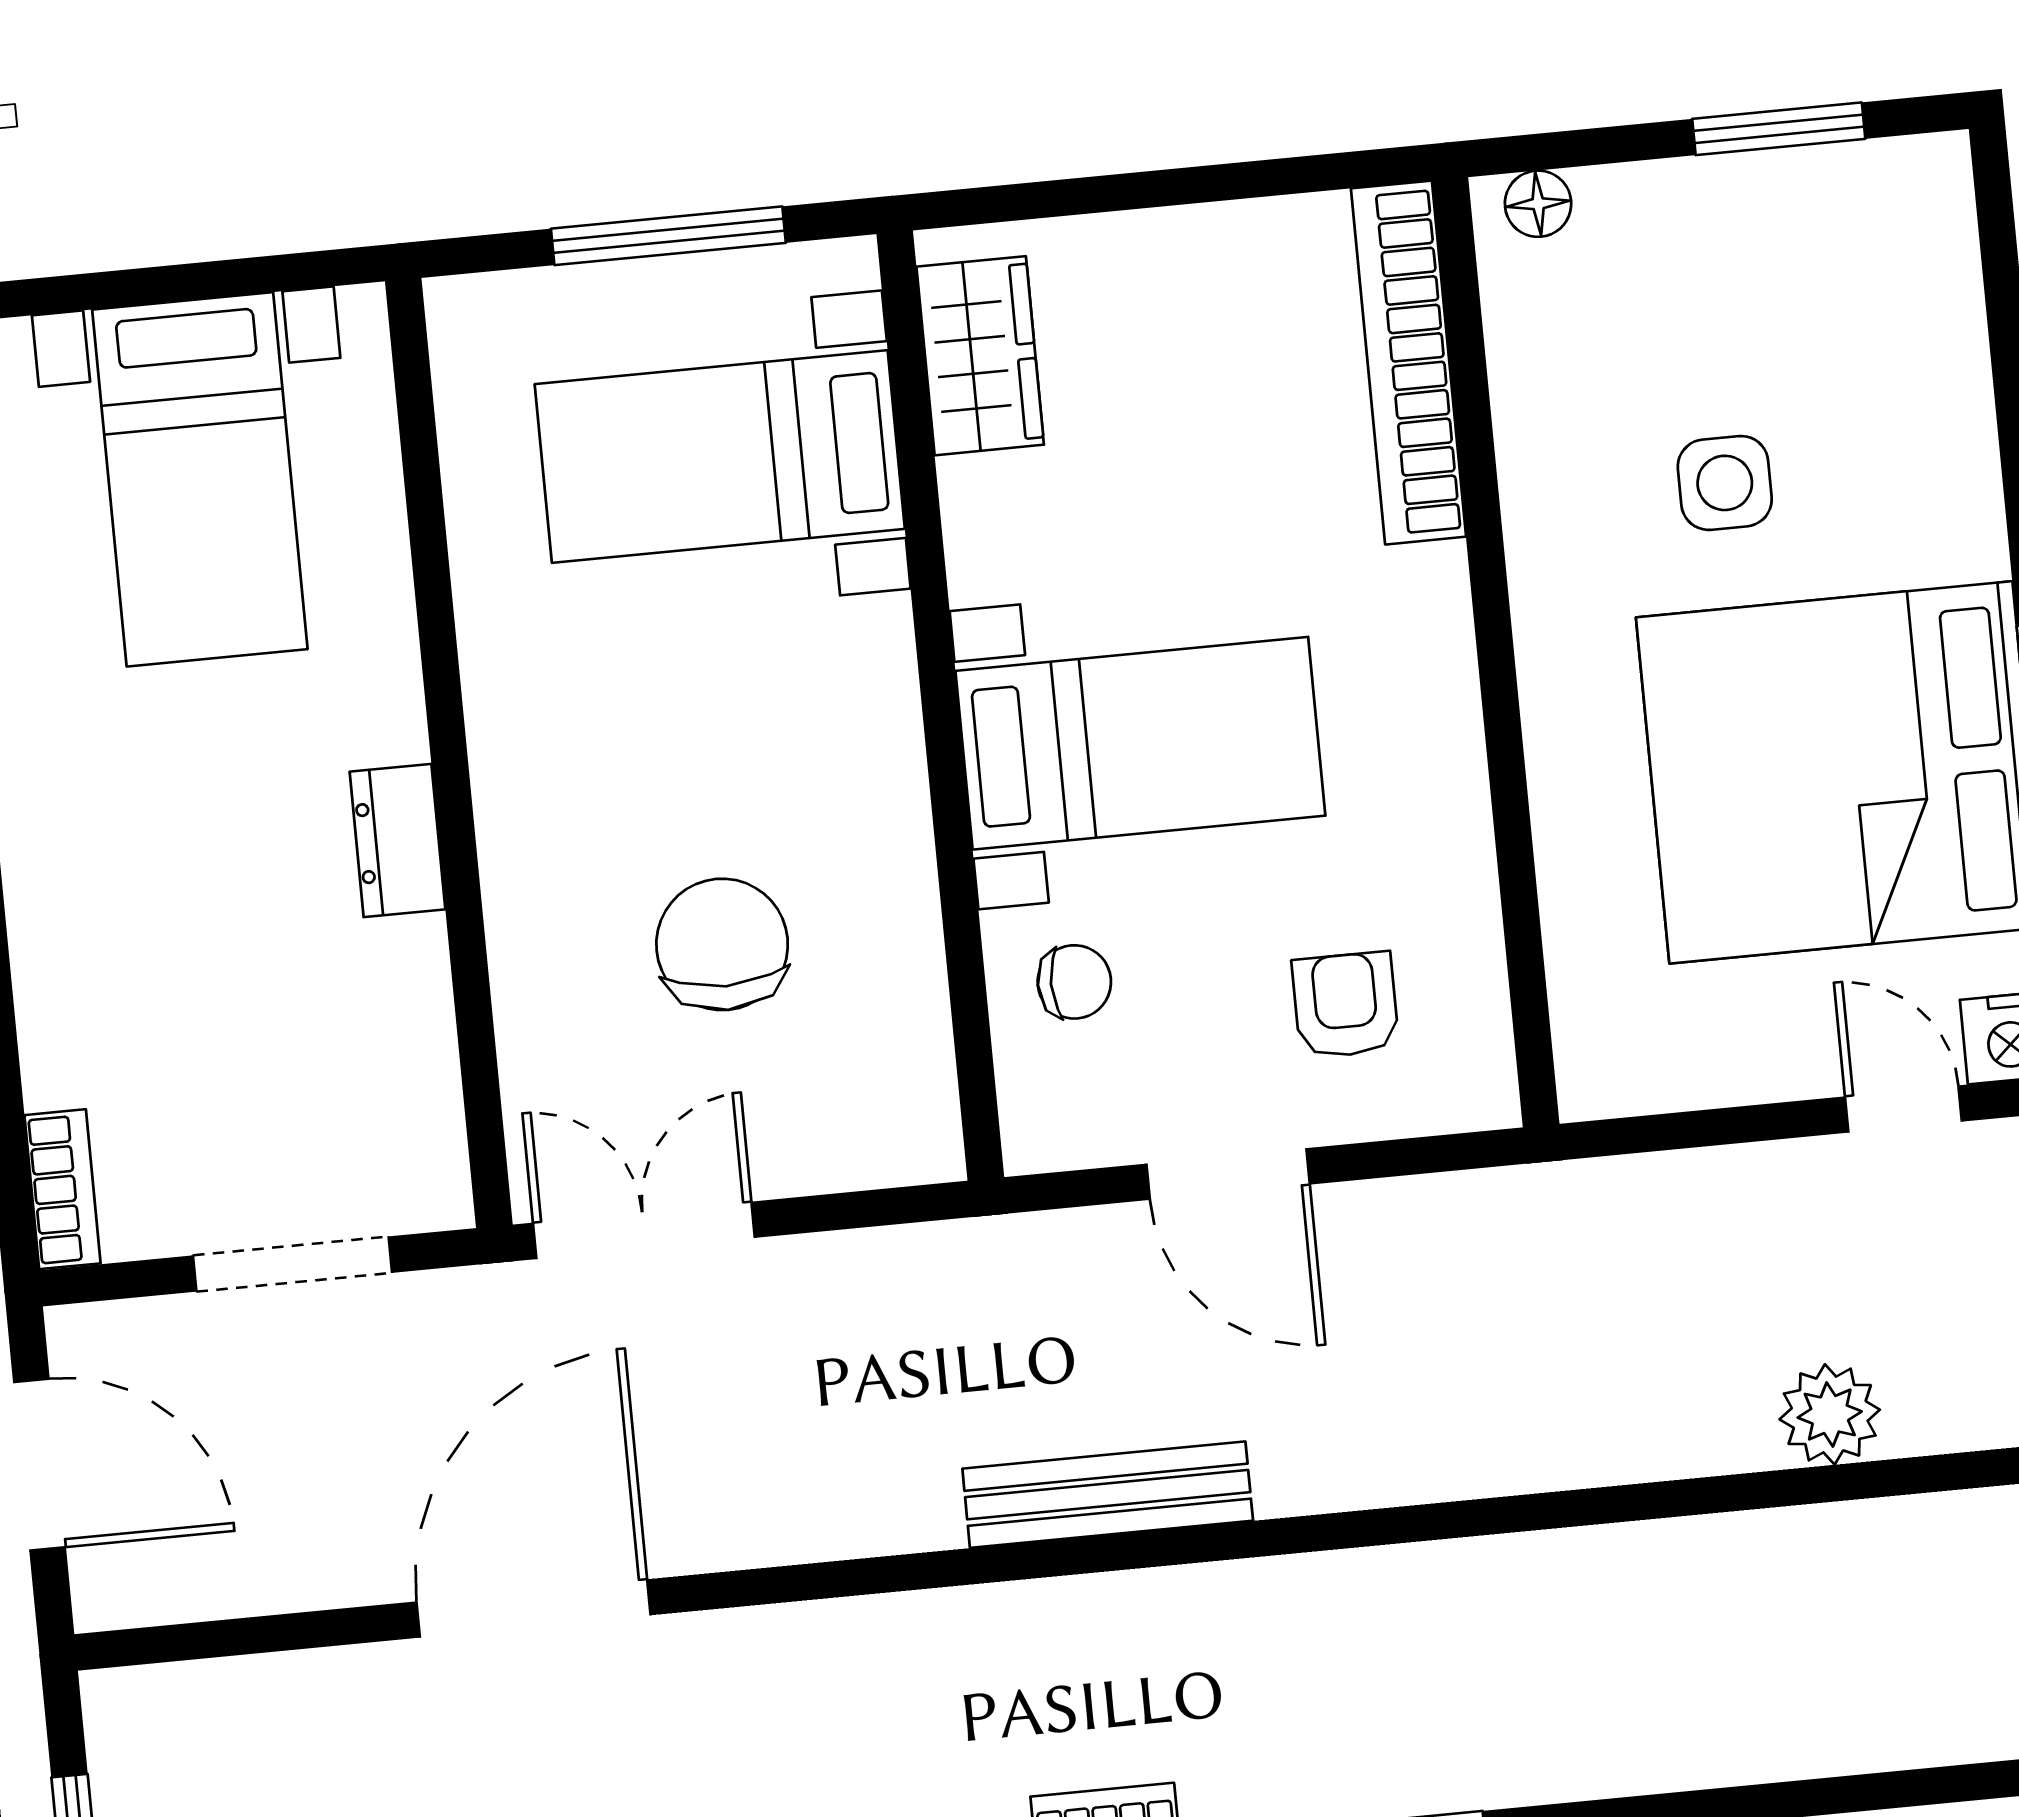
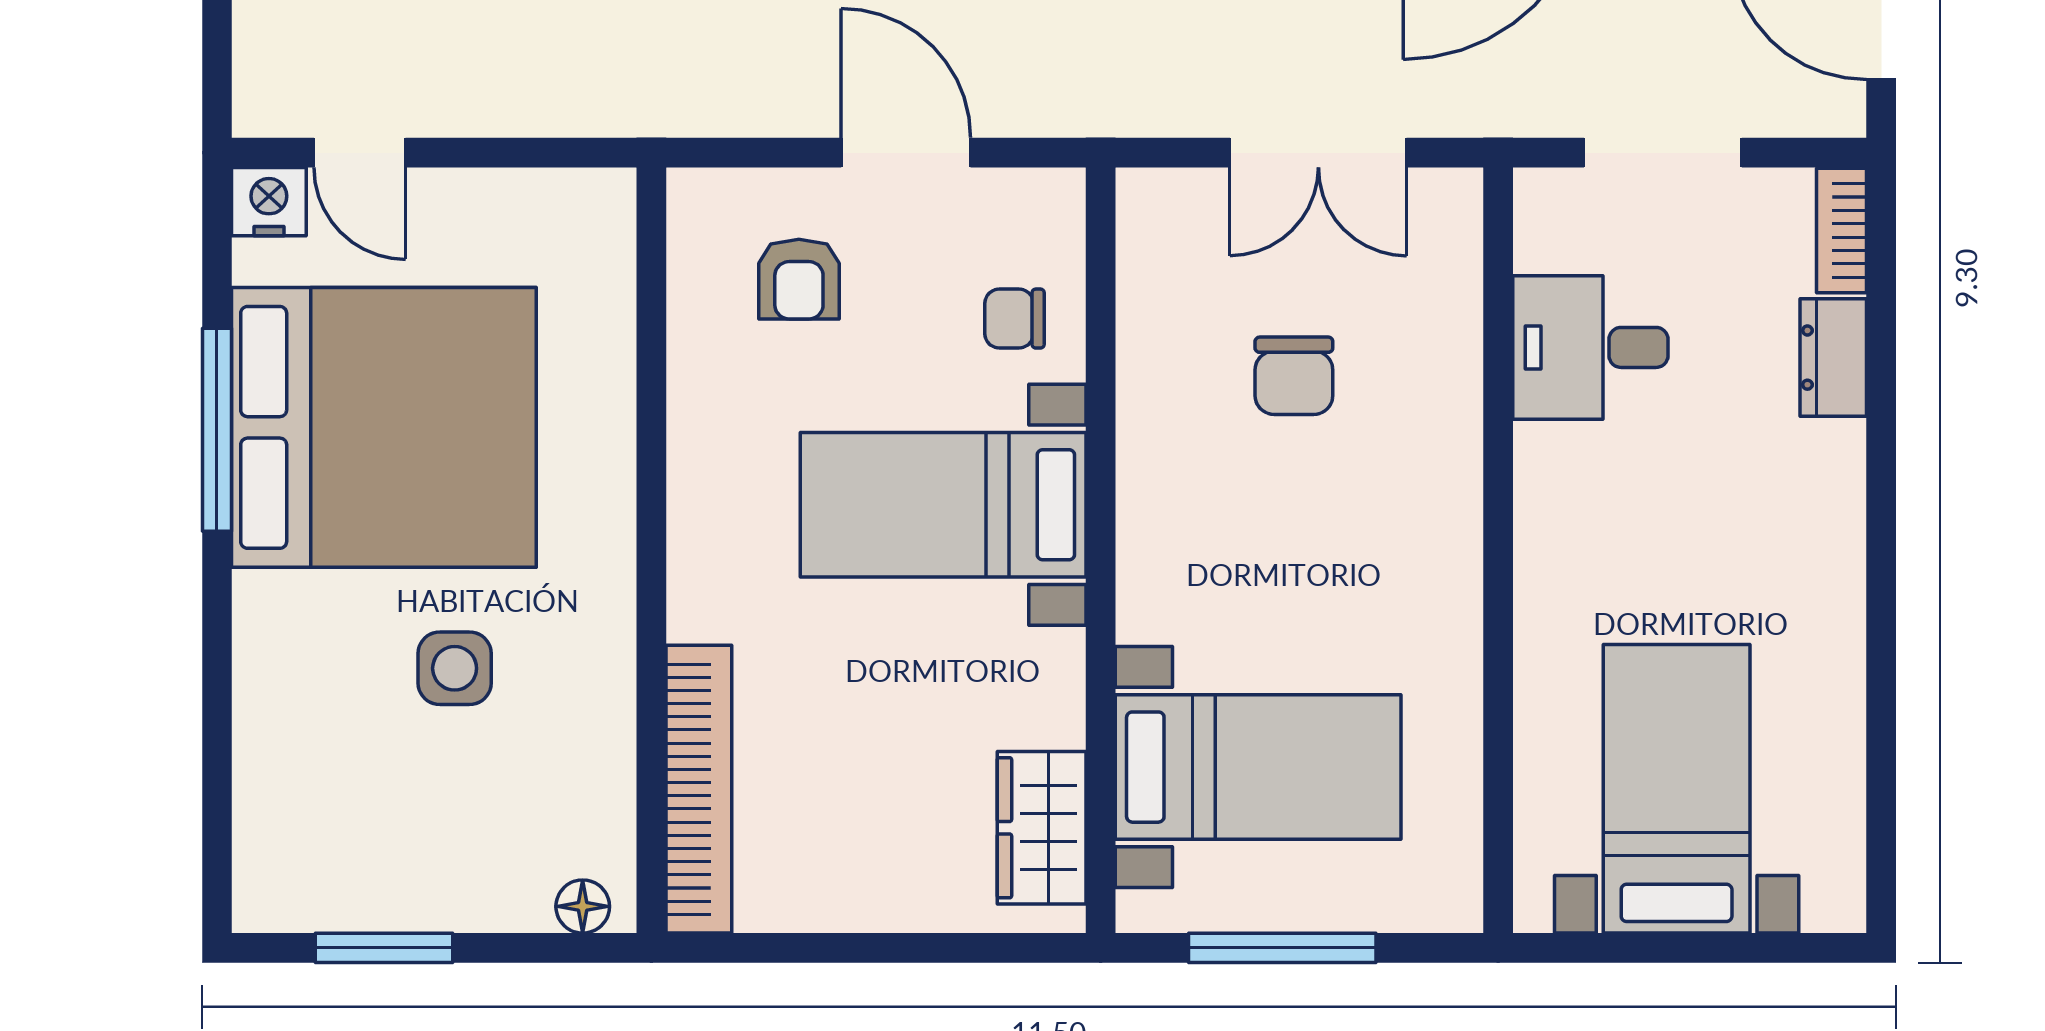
dresser: (397, 840) -> (1833, 358), moved, turned 180
chair: (722, 944) -> (1294, 376), width x0.73, depth x0.73
desk: (359, 1015) -> (1590, 347), added
double door: (644, 1230) -> (1318, 153), moved

